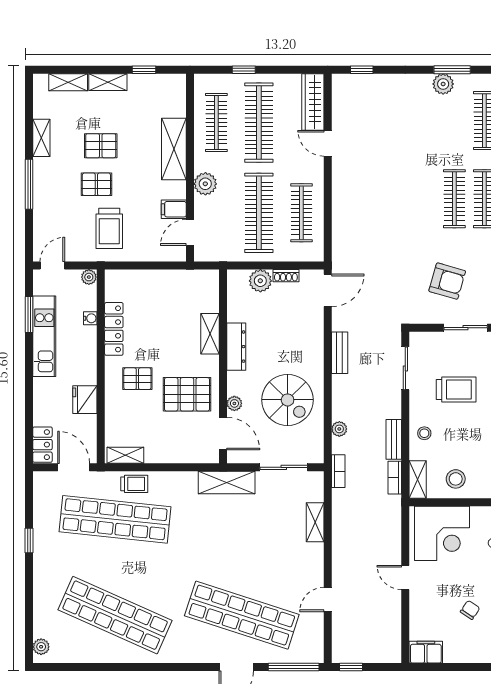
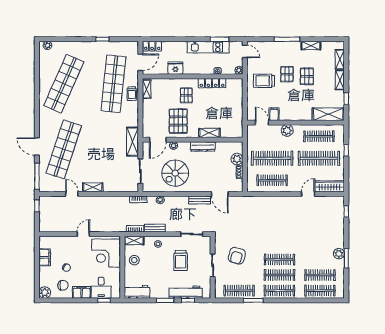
shelving: (174, 149) -> (328, 114), moved
door: (328, 290) -> (220, 194), moved
shelving: (315, 522) -> (93, 187), moved
filing cabinet: (426, 652) -> (45, 257), moved

